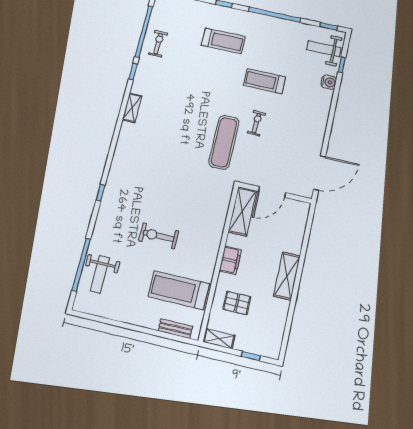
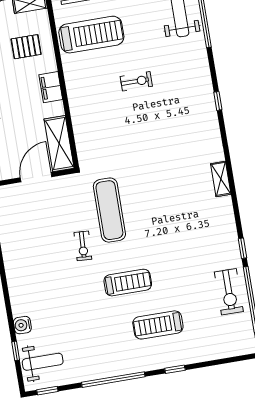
exercise bike: (158, 44) -> (229, 292), width x1.38, depth x1.39
treadmill: (265, 81) -> (128, 283), moved
shelving: (132, 108) -> (221, 179), moved
exercise bike: (159, 236) -> (136, 81), width x0.73, depth x0.72

